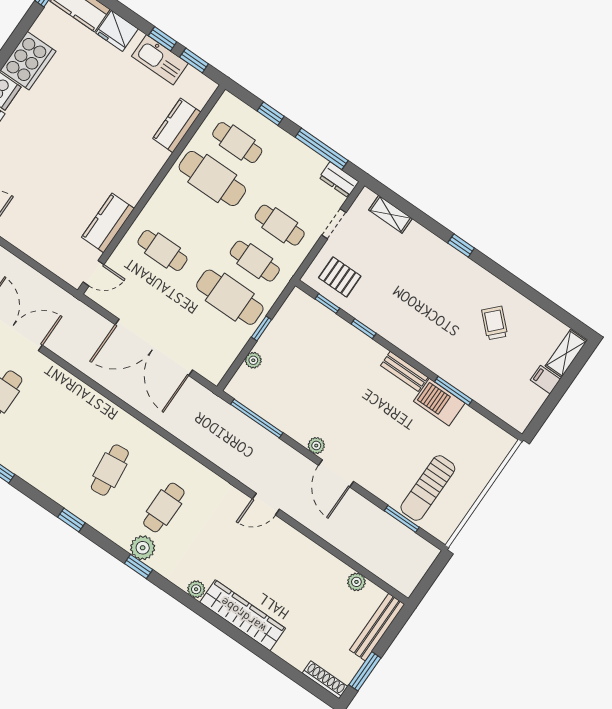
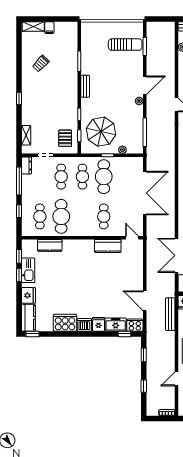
parasol: (309, 345) -> (101, 132), added
barbecue: (439, 402) -> (88, 64), removed

